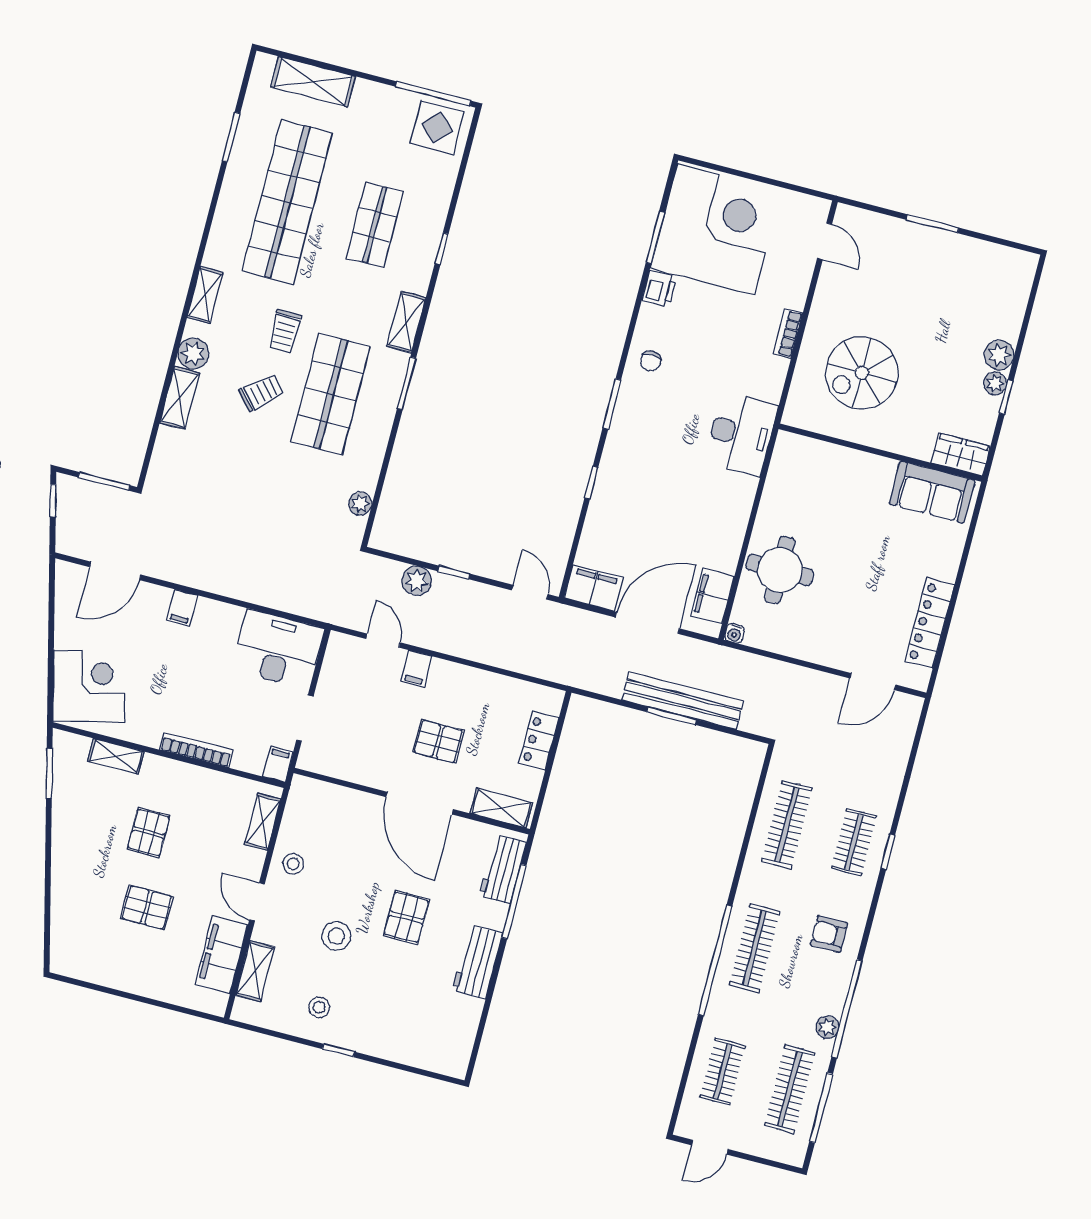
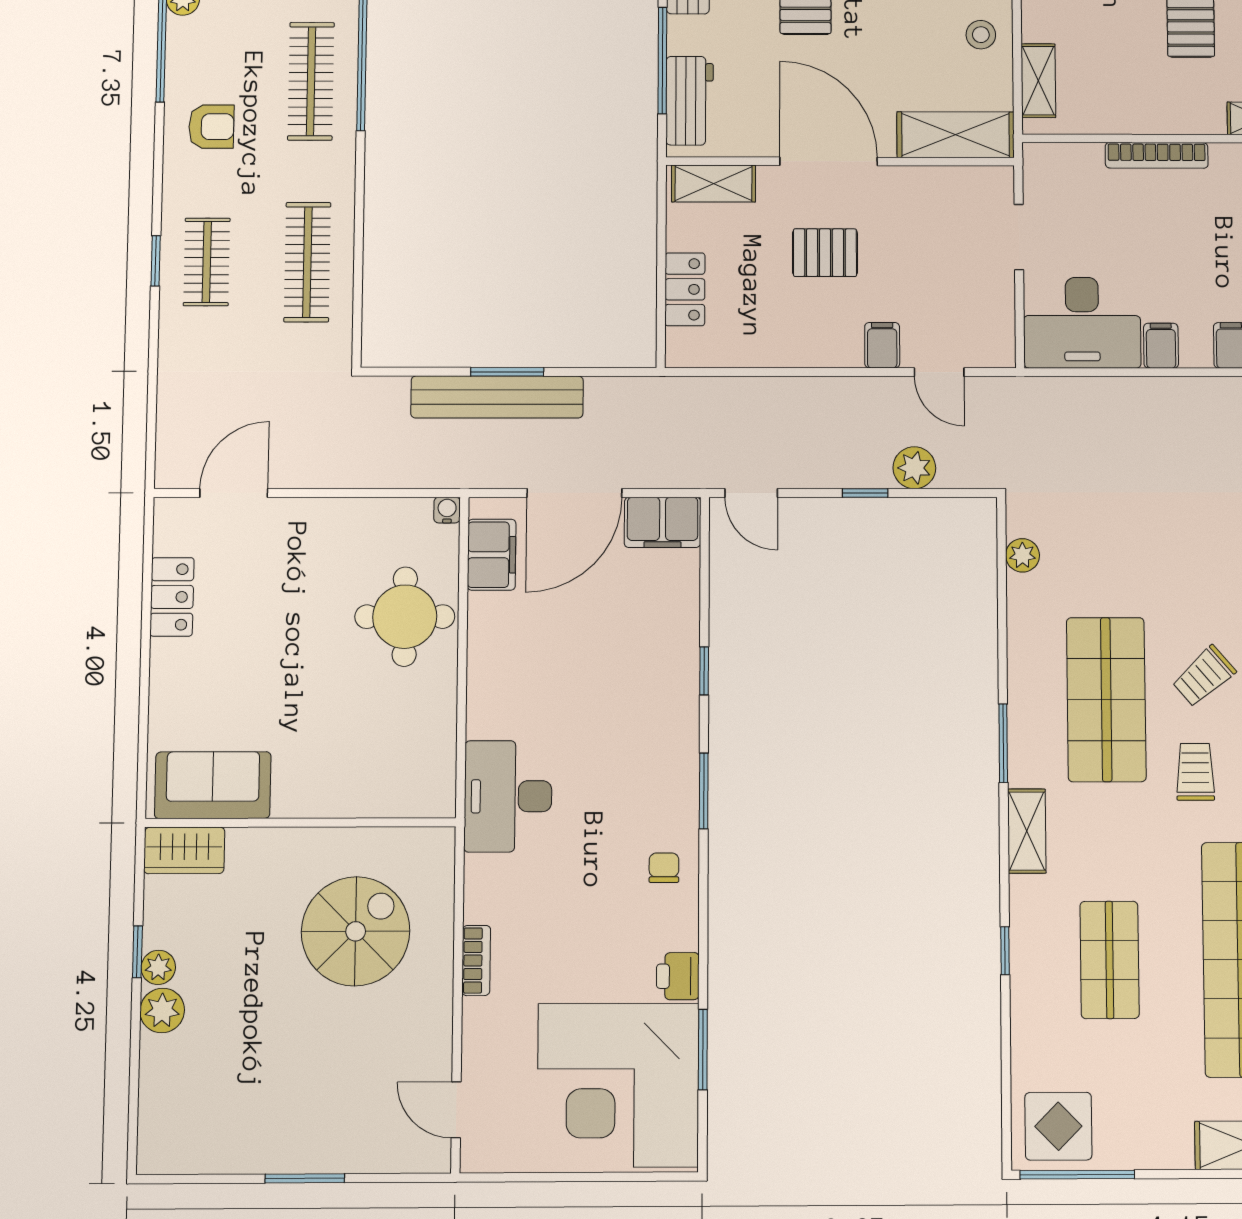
locker: (930, 623) -> (172, 597), width x0.66
filing cabinet: (278, 764) -> (1161, 346), moved, turned 180
shelving: (329, 799) -> (956, 135), added

